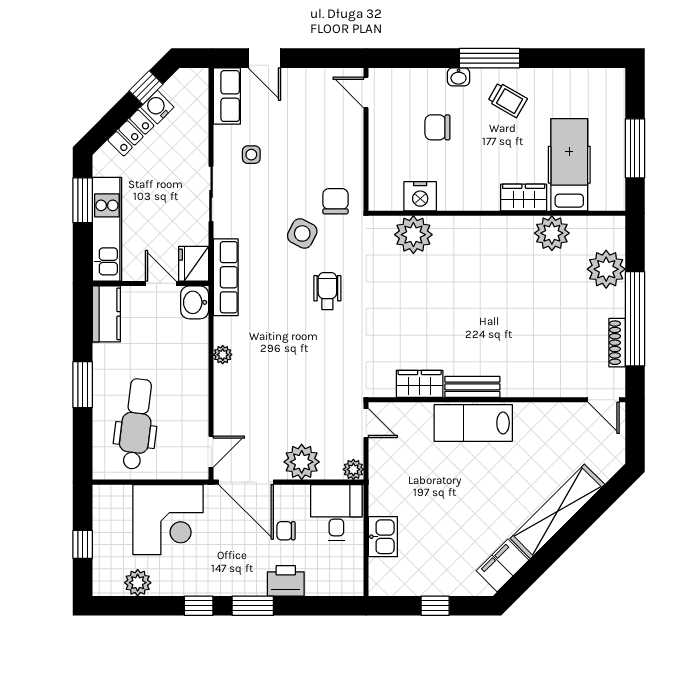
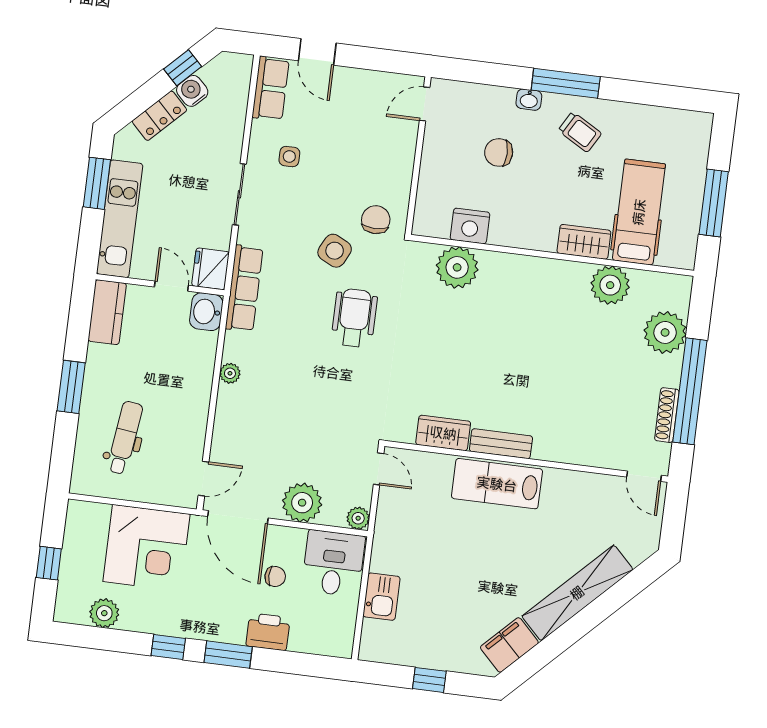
door: (366, 93) -> (425, 104), hinge flipped
wheelchair: (327, 291) -> (354, 318), width x1.36, depth x1.37
dental chair: (136, 424) -> (125, 438), width x0.73, depth x0.72
chair: (286, 531) -> (275, 576), turned 180

